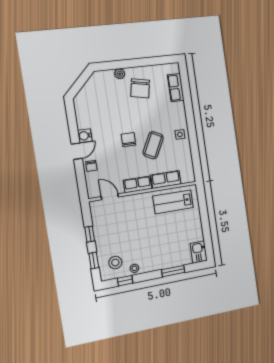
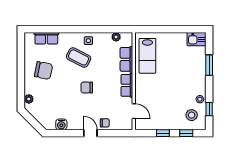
plant: (120, 74) -> (29, 99), moved
water cooler: (85, 136) -> (61, 124), moved
coffee table: (153, 145) -> (79, 57), moved
plant: (188, 164) -> (116, 37), added
door: (110, 197) -> (134, 111), swing flipped

